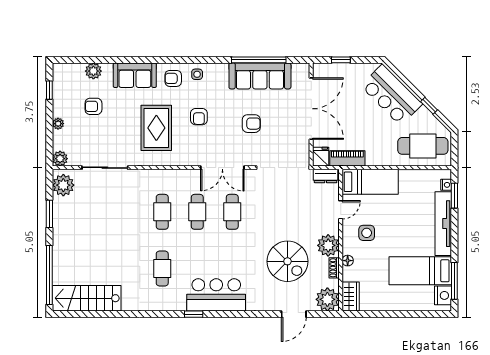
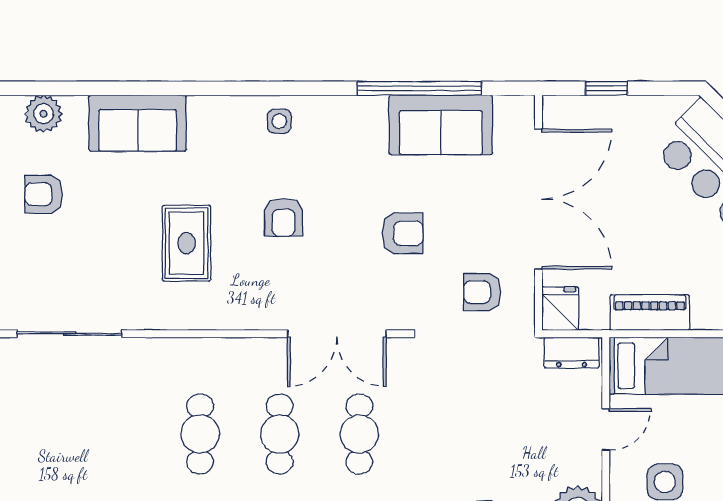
sofa: (260, 76) -> (441, 125), width x0.73
armchair: (173, 78) -> (482, 292), moved
rug: (156, 128) -> (187, 243), width x0.73, depth x0.70
piano: (347, 158) -> (650, 313), moved

